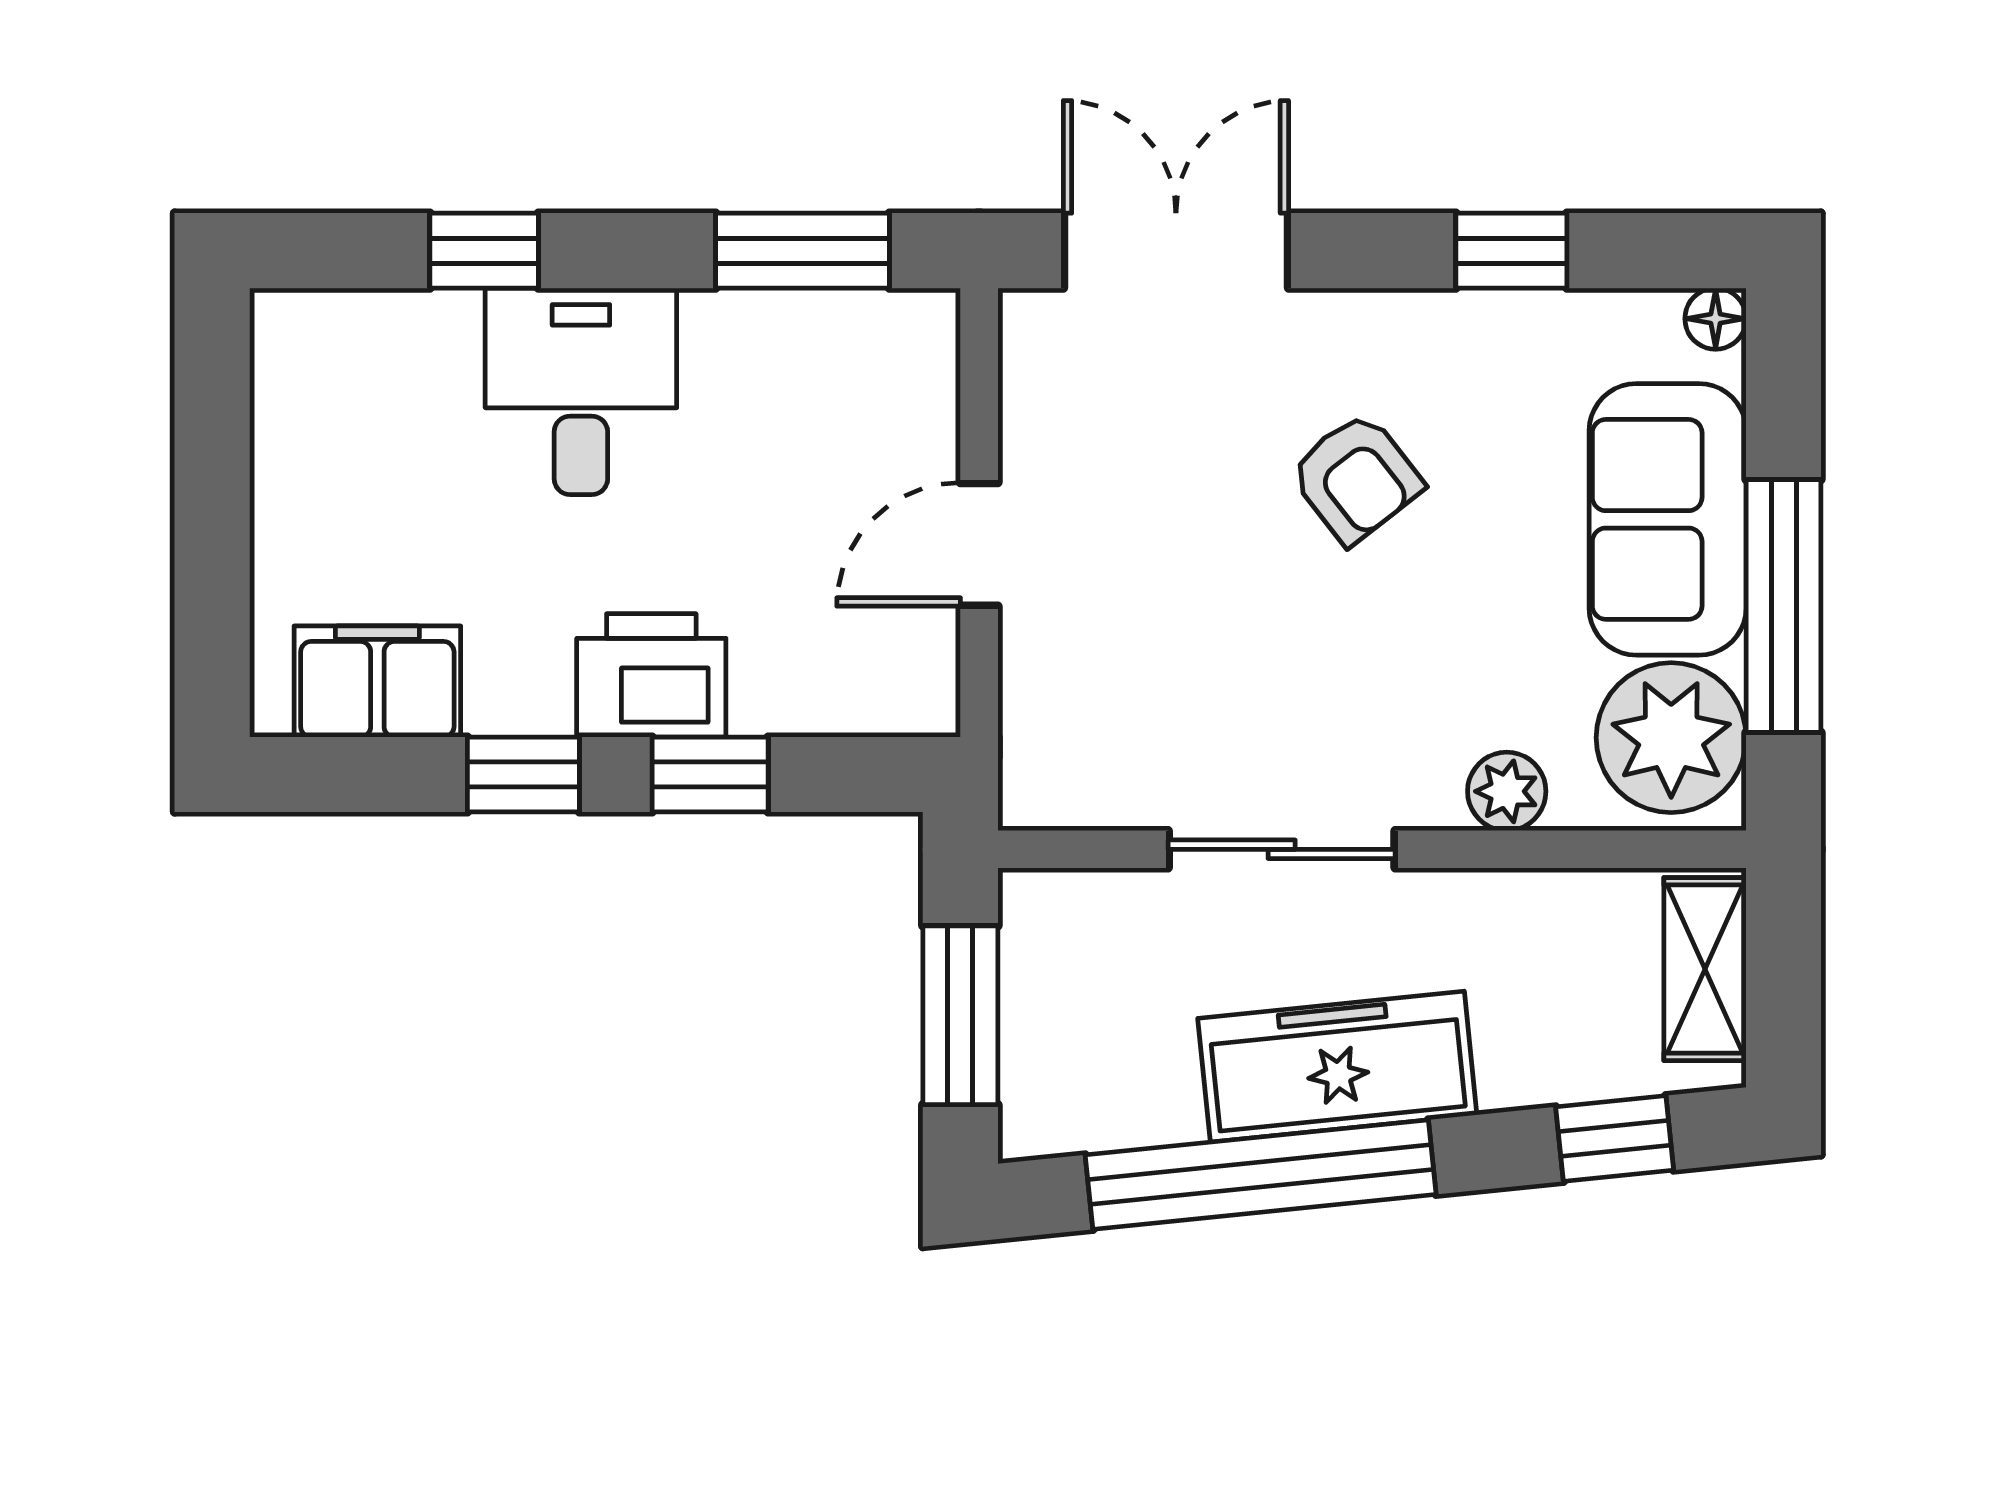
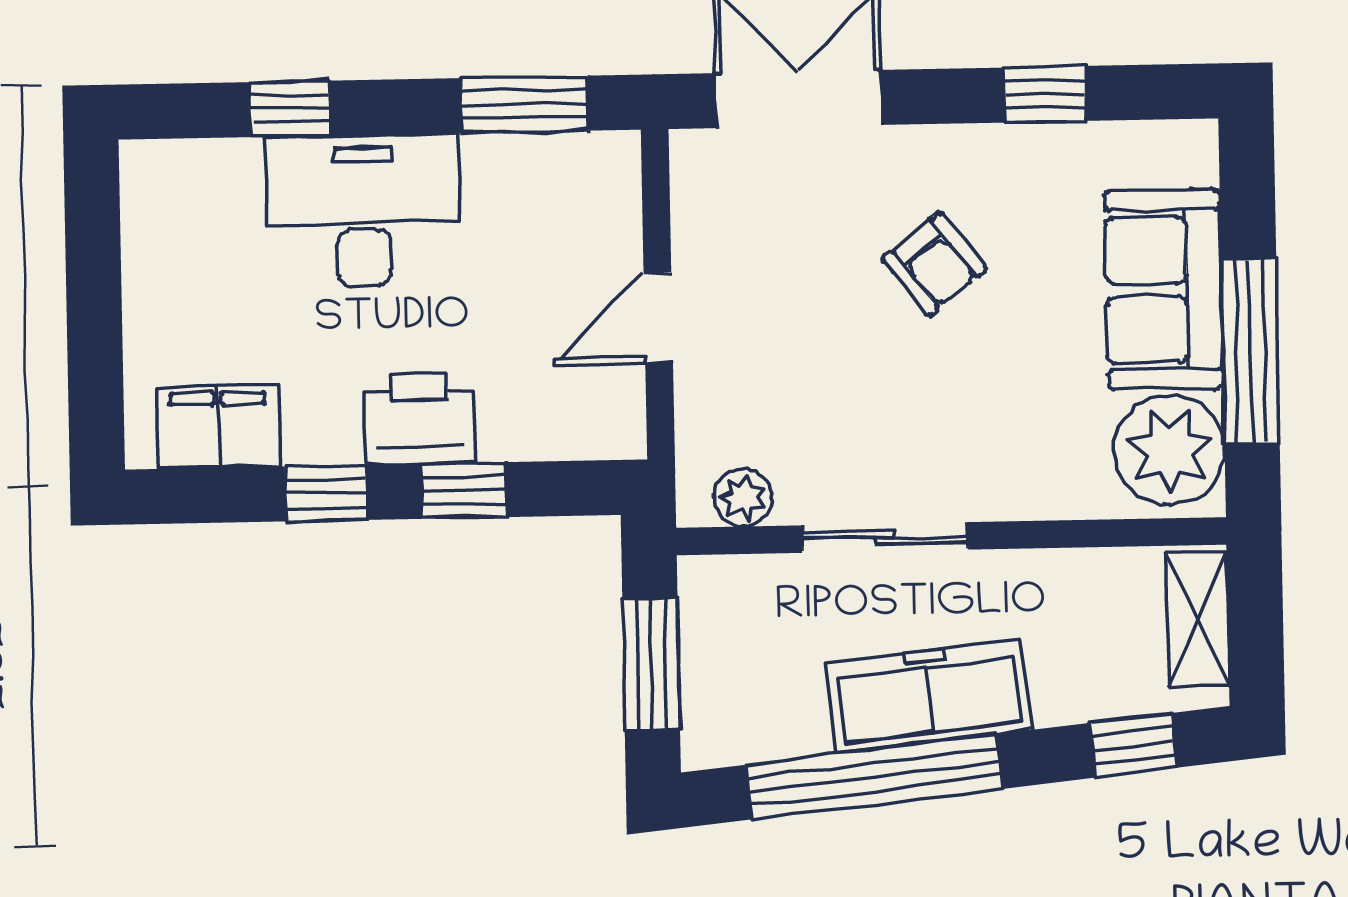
floor lamp: (1716, 319) -> (1196, 141), removed
desk: (581, 391) -> (363, 211), width x1.37
plant: (1507, 791) -> (743, 498), moved

